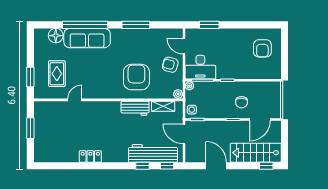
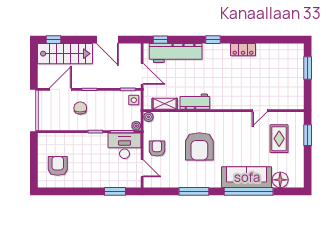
armchair: (170, 65) -> (157, 148), turned -105
armchair: (136, 77) -> (199, 146), moved
window: (30, 128) -> (308, 68), moved
window: (142, 166) -> (213, 40), moved

